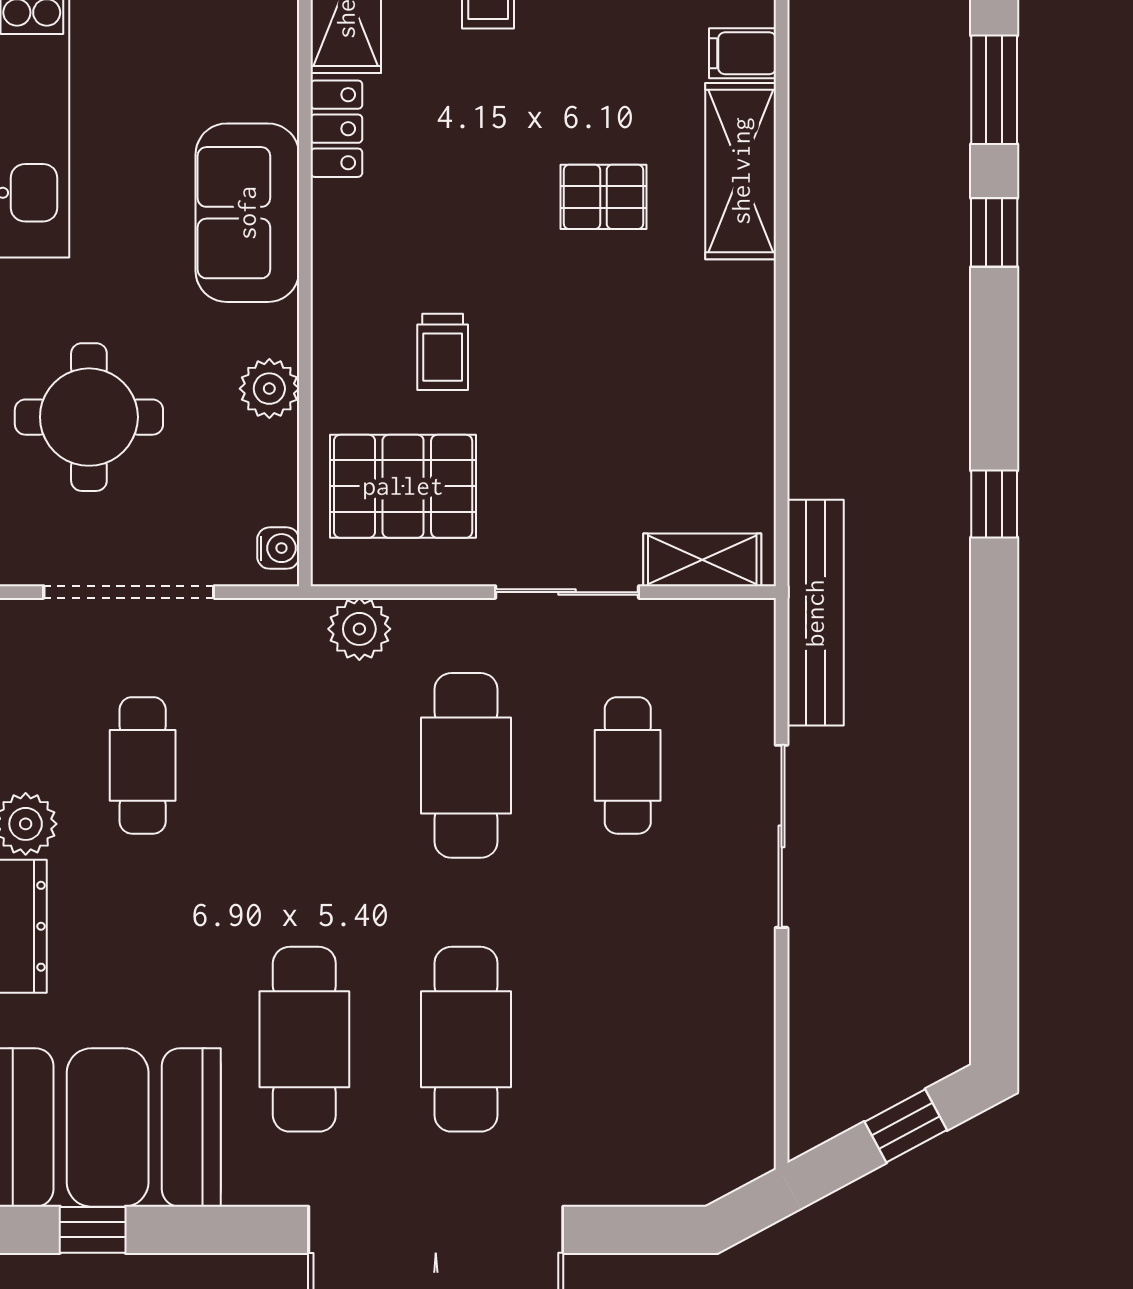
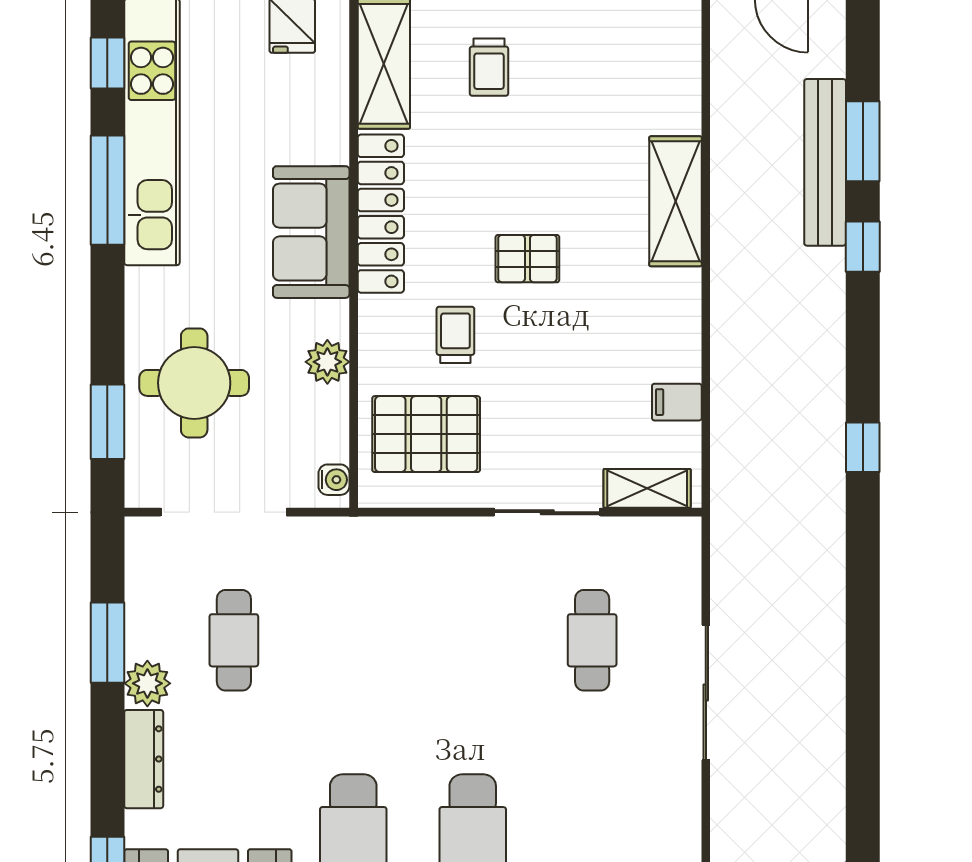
filing cabinet: (742, 53) -> (677, 402), moved
locker: (336, 129) -> (381, 214), width x2.16, depth x1.21
pallet: (603, 197) -> (527, 259), moved
trolley: (443, 352) -> (455, 335), turned 180
bench: (815, 613) -> (825, 162), moved
plant: (359, 629) -> (394, 539), removed
cafe table: (466, 765) -> (473, 640), removed

